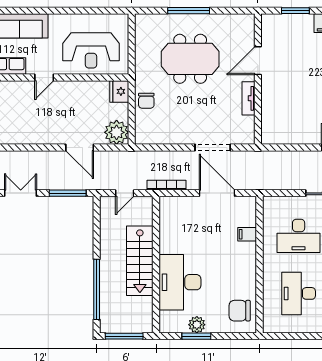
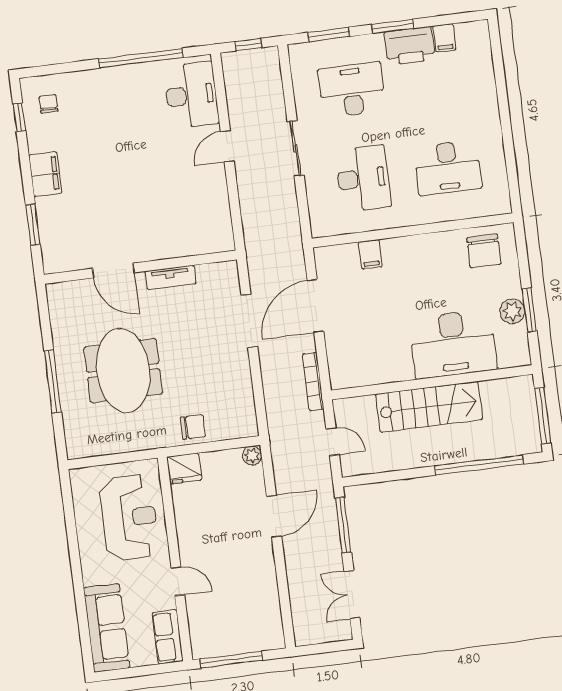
plant: (117, 132) -> (252, 456), width x0.53, depth x0.53

